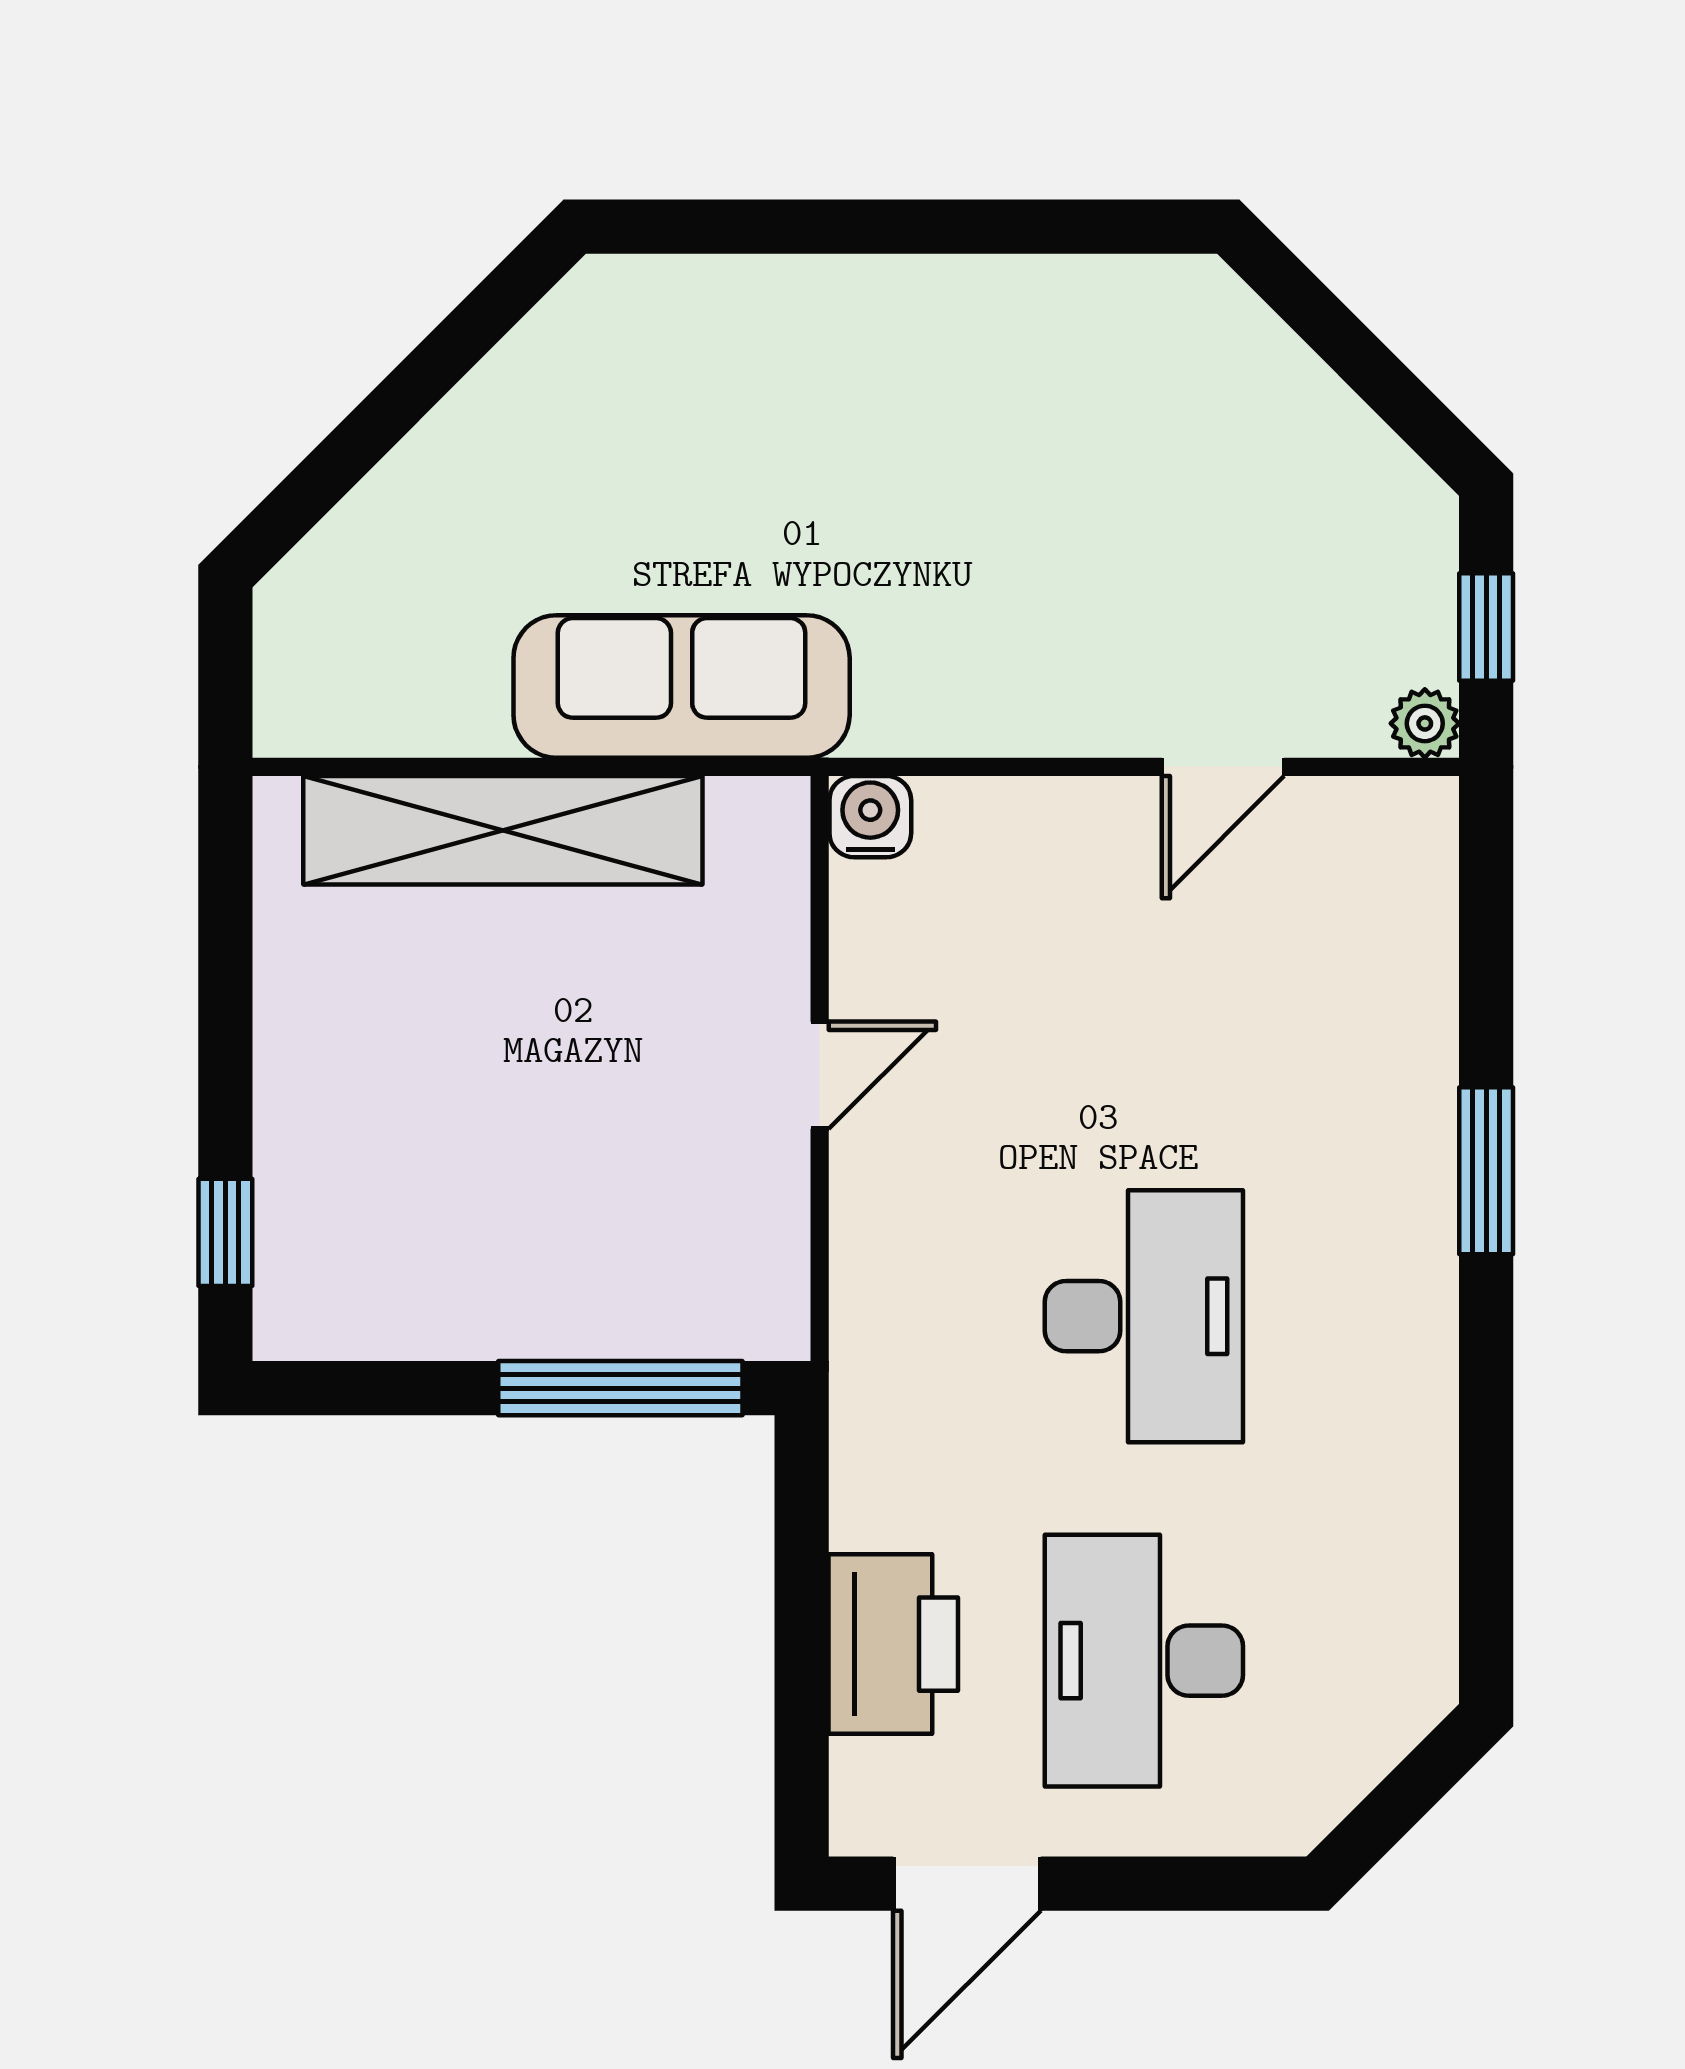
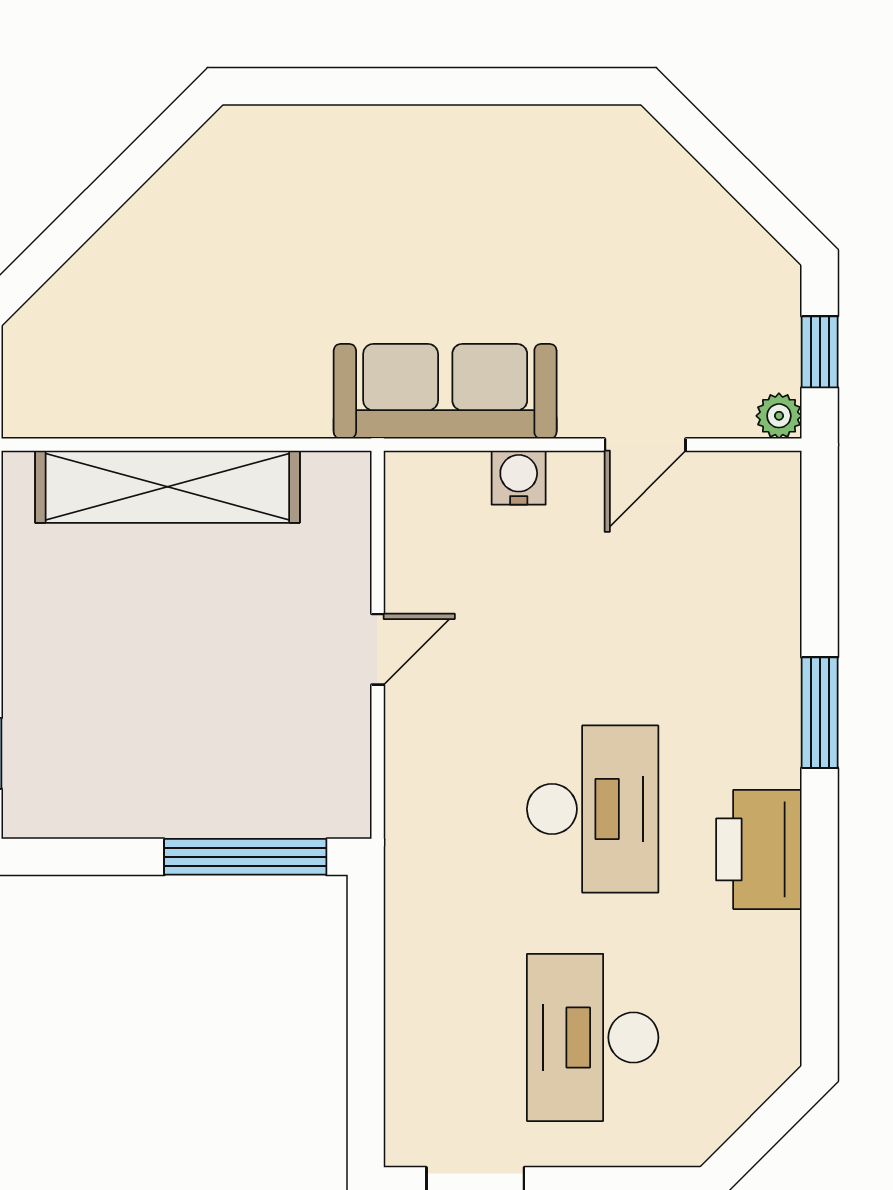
sofa: (682, 686) -> (445, 391), moved
water cooler: (870, 817) -> (519, 478), moved
printer: (893, 1644) -> (759, 849), moved, turned 180

